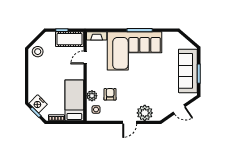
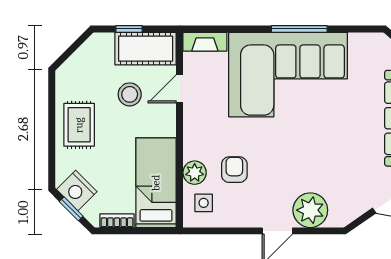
stool: (38, 52) -> (130, 94), moved
rug: (39, 74) -> (79, 125), added

